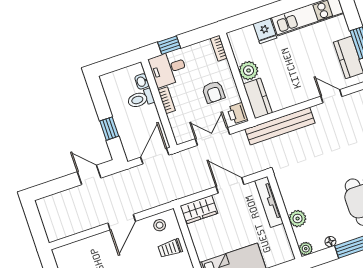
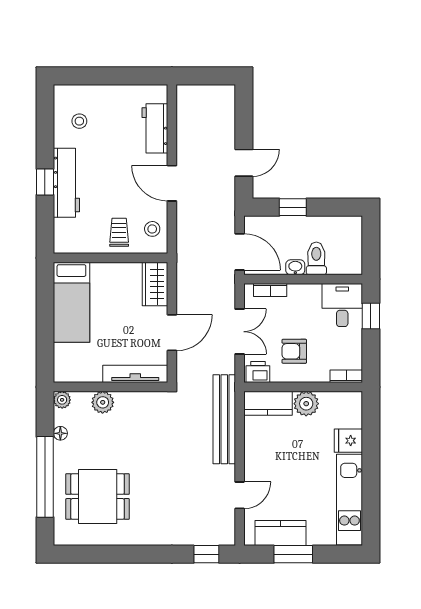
washbasin: (142, 81) -> (295, 267), moved
bookcase: (167, 100) -> (270, 290), moved
workbench: (86, 248) -> (155, 128), added

